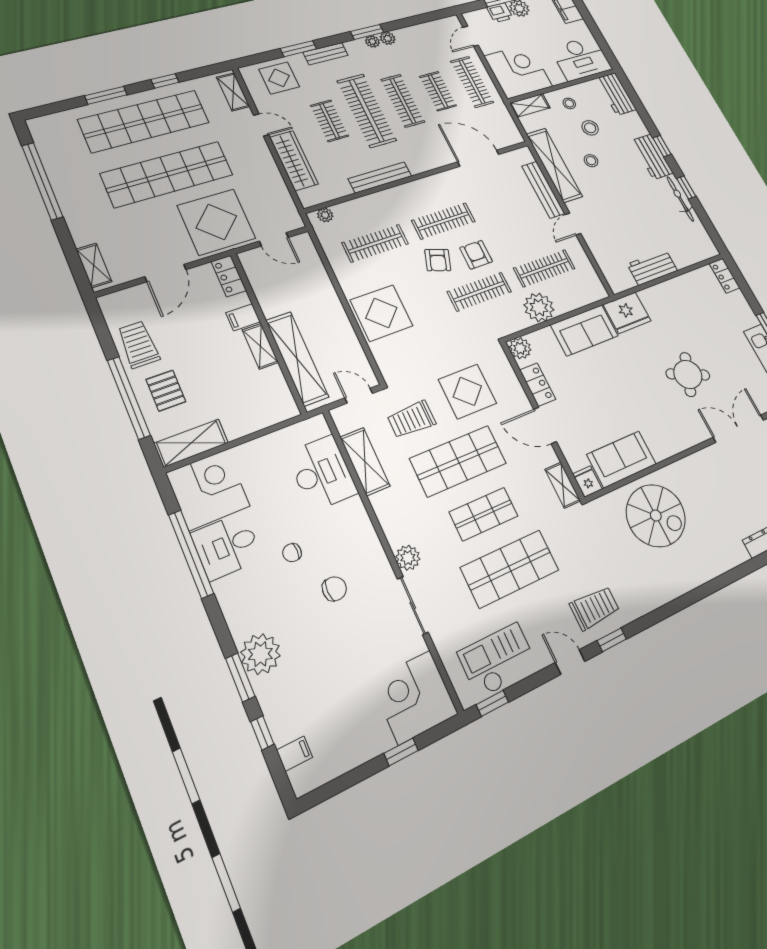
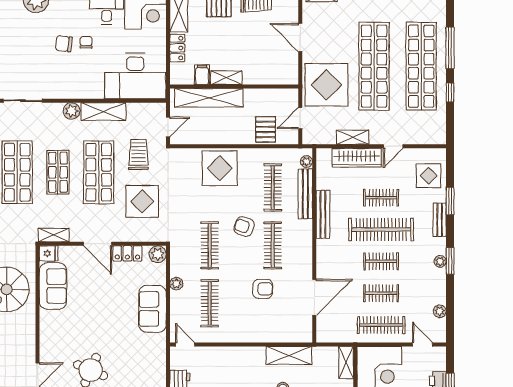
plant: (388, 38) -> (440, 311), moved
shelving: (233, 92) -> (353, 137), moved
window: (106, 95) -> (450, 48), width x1.44
clothes rail: (403, 101) -> (381, 261), width x0.73
shelving: (554, 165) -> (289, 355), width x0.68
bench: (543, 190) -> (305, 194), moved, turned 90
door: (573, 224) -> (185, 344), moved
armchair: (476, 255) -> (263, 289), moved
pallet: (307, 275) -> (266, 129), added
locker: (229, 276) -> (177, 48), moved, turned 90
plant: (539, 307) -> (176, 284), width x0.53, depth x0.53
fridge: (627, 313) -> (153, 349), removed
filing cabinet: (243, 317) -> (202, 75), moved
door: (545, 425) -> (98, 244), swing flipped
shelving: (365, 461) -> (103, 112), moved
desk: (322, 473) -> (135, 76), width x1.36, depth x1.30
plant: (408, 558) -> (72, 111), moved
chair: (334, 589) -> (64, 44), moved, turned 97

